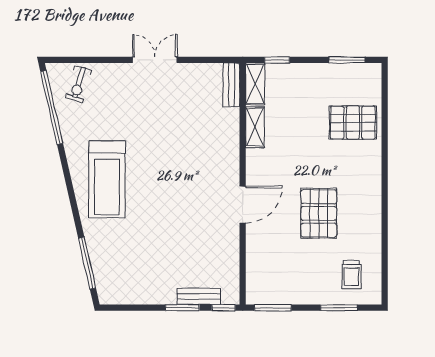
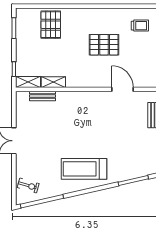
bench: (231, 85) -> (43, 96), moved
treadmill: (107, 179) -> (84, 169), turned 180
door: (243, 205) -> (123, 89), moved

